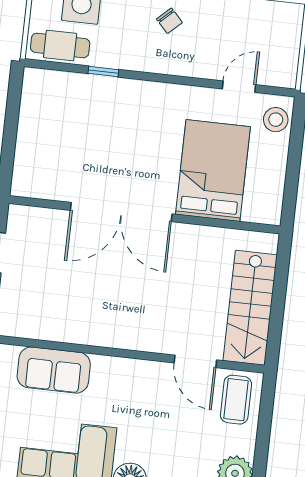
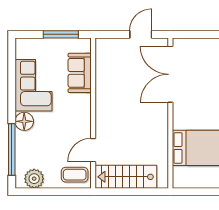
double door: (121, 212) -> (170, 74), moved

